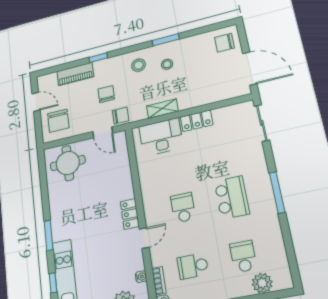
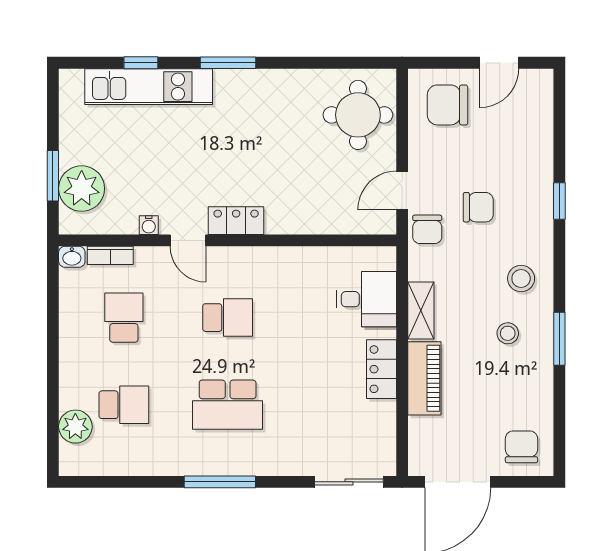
piano: (75, 74) -> (424, 378), moved, turned 180
desk: (161, 137) -> (366, 299), width x0.73
water cooler: (141, 277) -> (149, 225), moved

